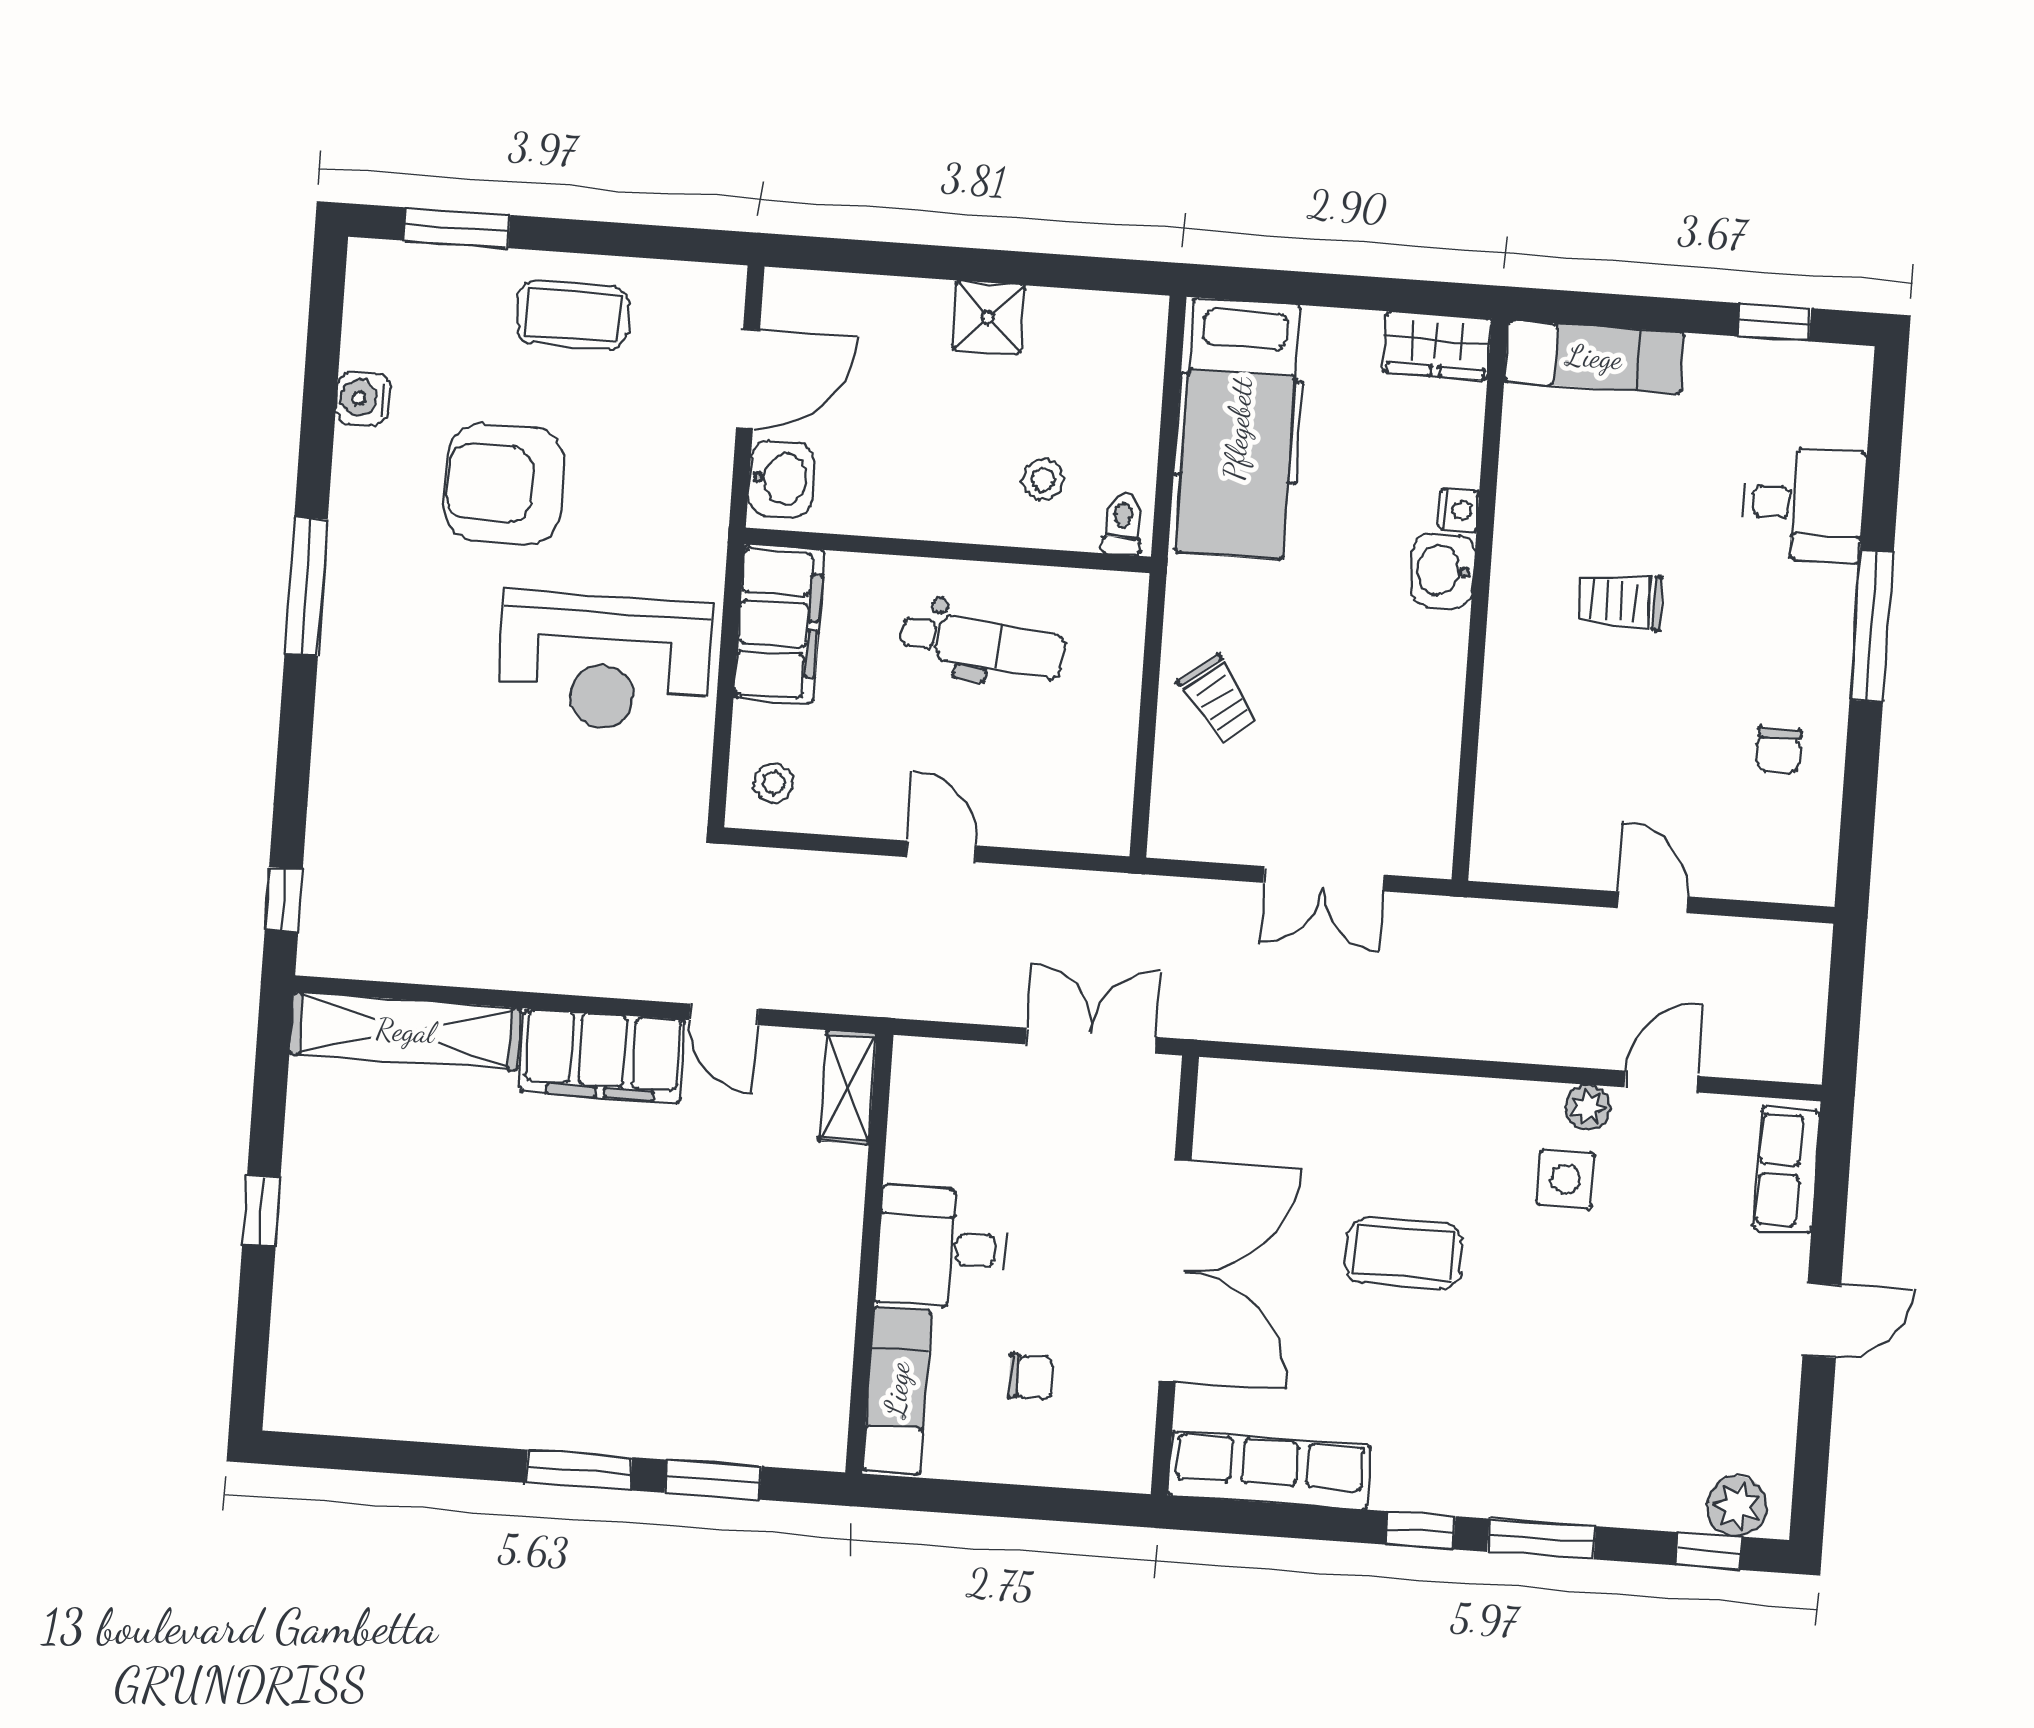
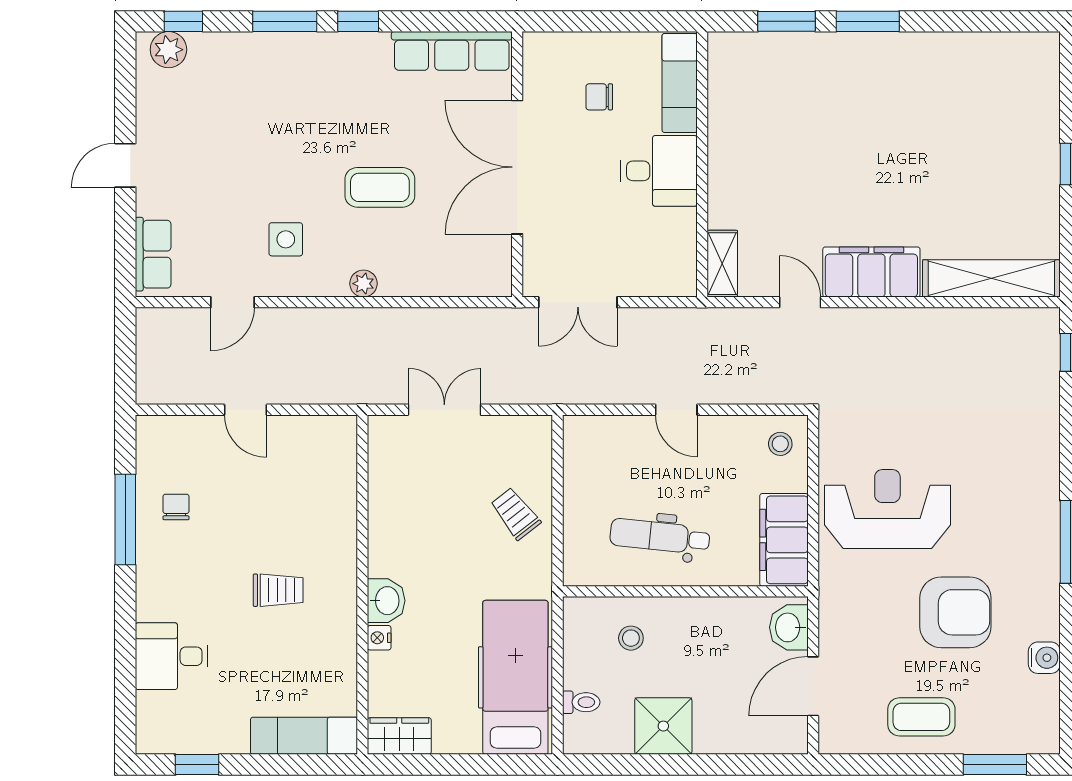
shower: (988, 317) -> (663, 726), width x1.36, depth x1.36
toilet: (1123, 524) -> (581, 702), moved, turned -90
window: (1872, 626) -> (125, 520), moved
plant: (1588, 1107) -> (363, 284), moved

